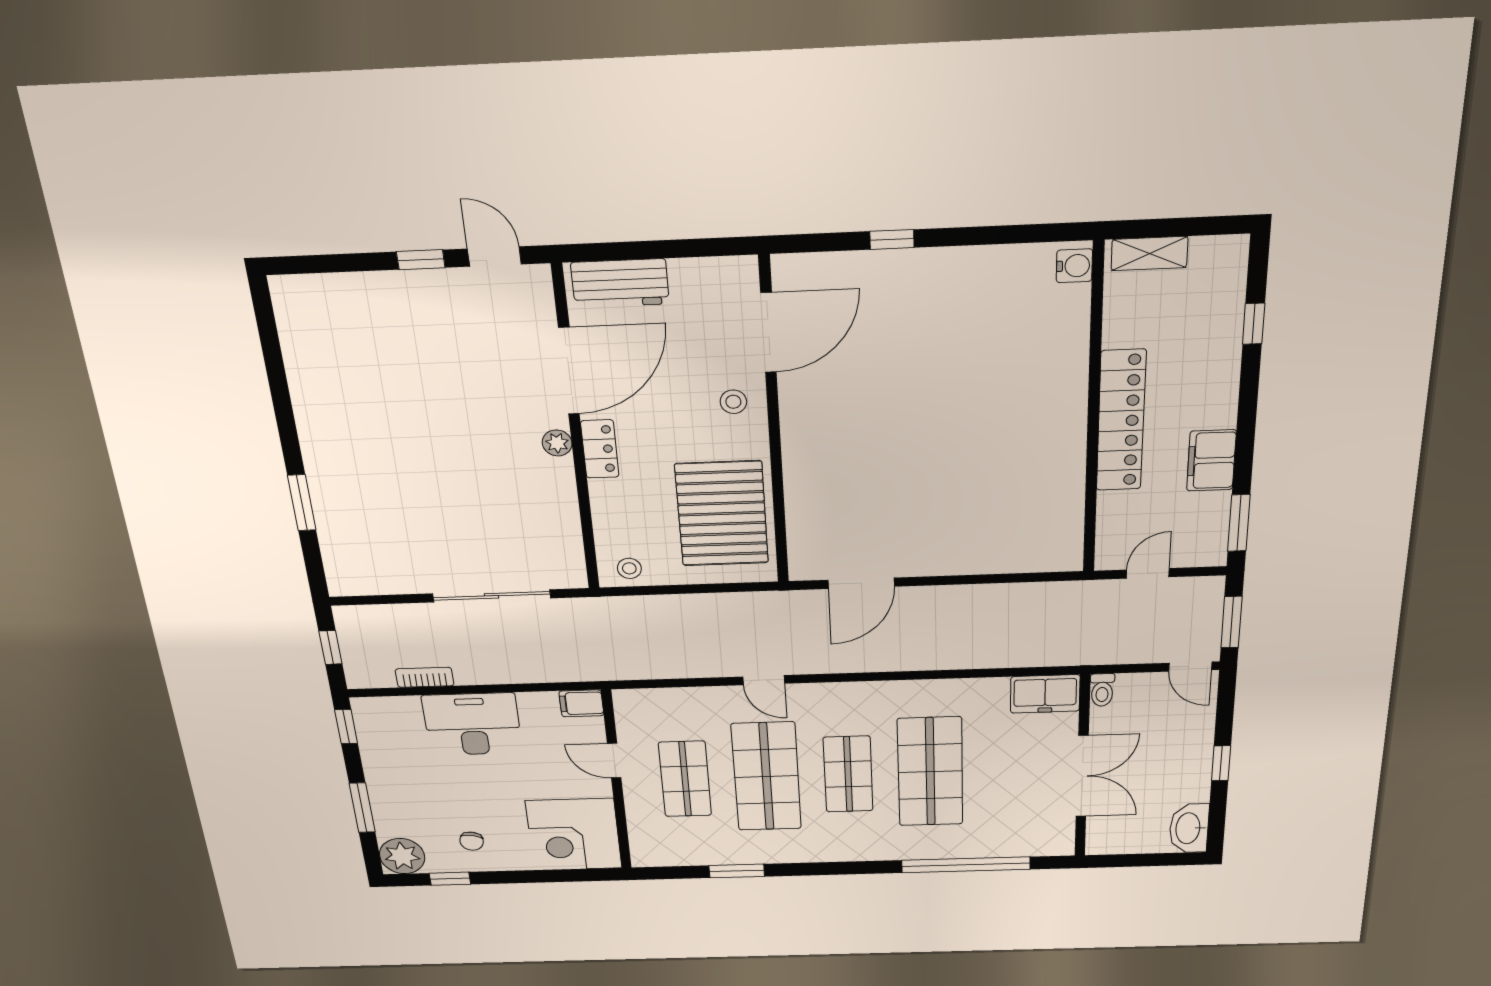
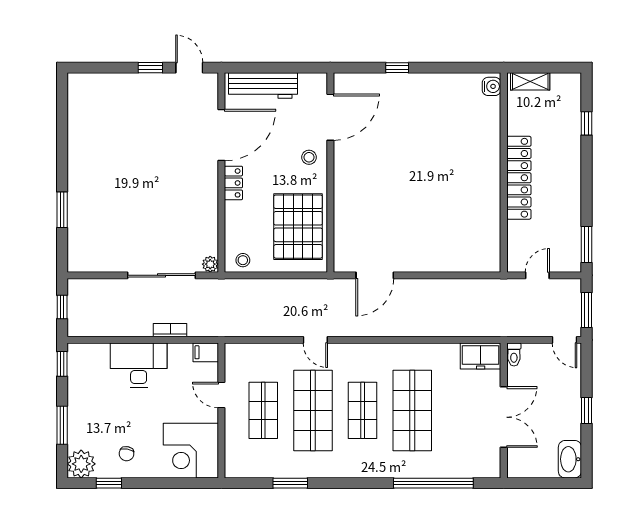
workbench: (620, 283) -> (263, 86), width x1.38
plant: (557, 443) -> (210, 264), moved
filing cabinet: (1211, 460) -> (569, 204), removed
bookcase: (425, 677) -> (170, 330), moved

